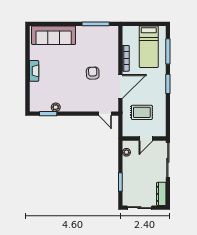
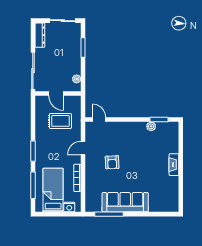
nightstand: (133, 31) -> (69, 207), added
sofa: (54, 35) -> (125, 202), moved
door: (120, 86) -> (83, 148), width x0.53
door: (146, 138) -> (56, 93), swing flipped

